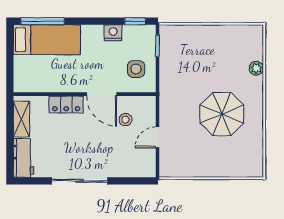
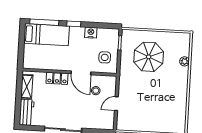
window: (135, 21) -> (74, 24), moved
parasol: (222, 114) -> (149, 57), moved

